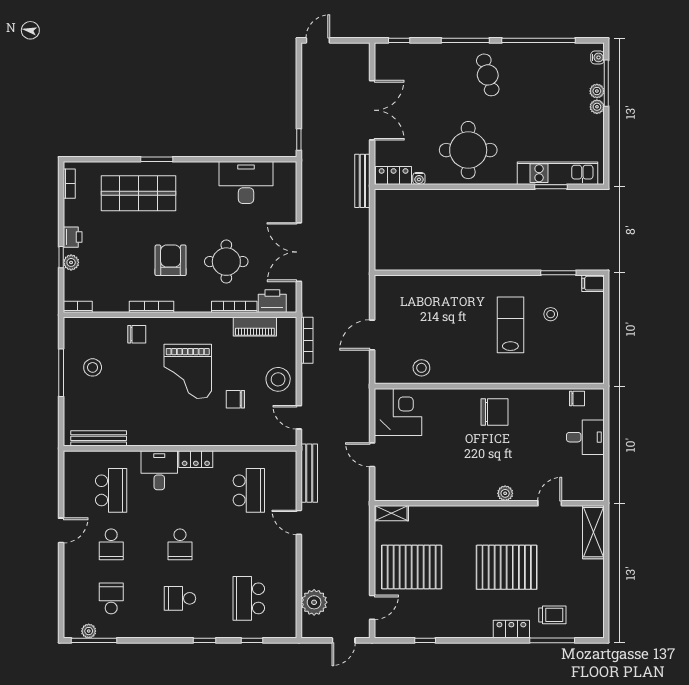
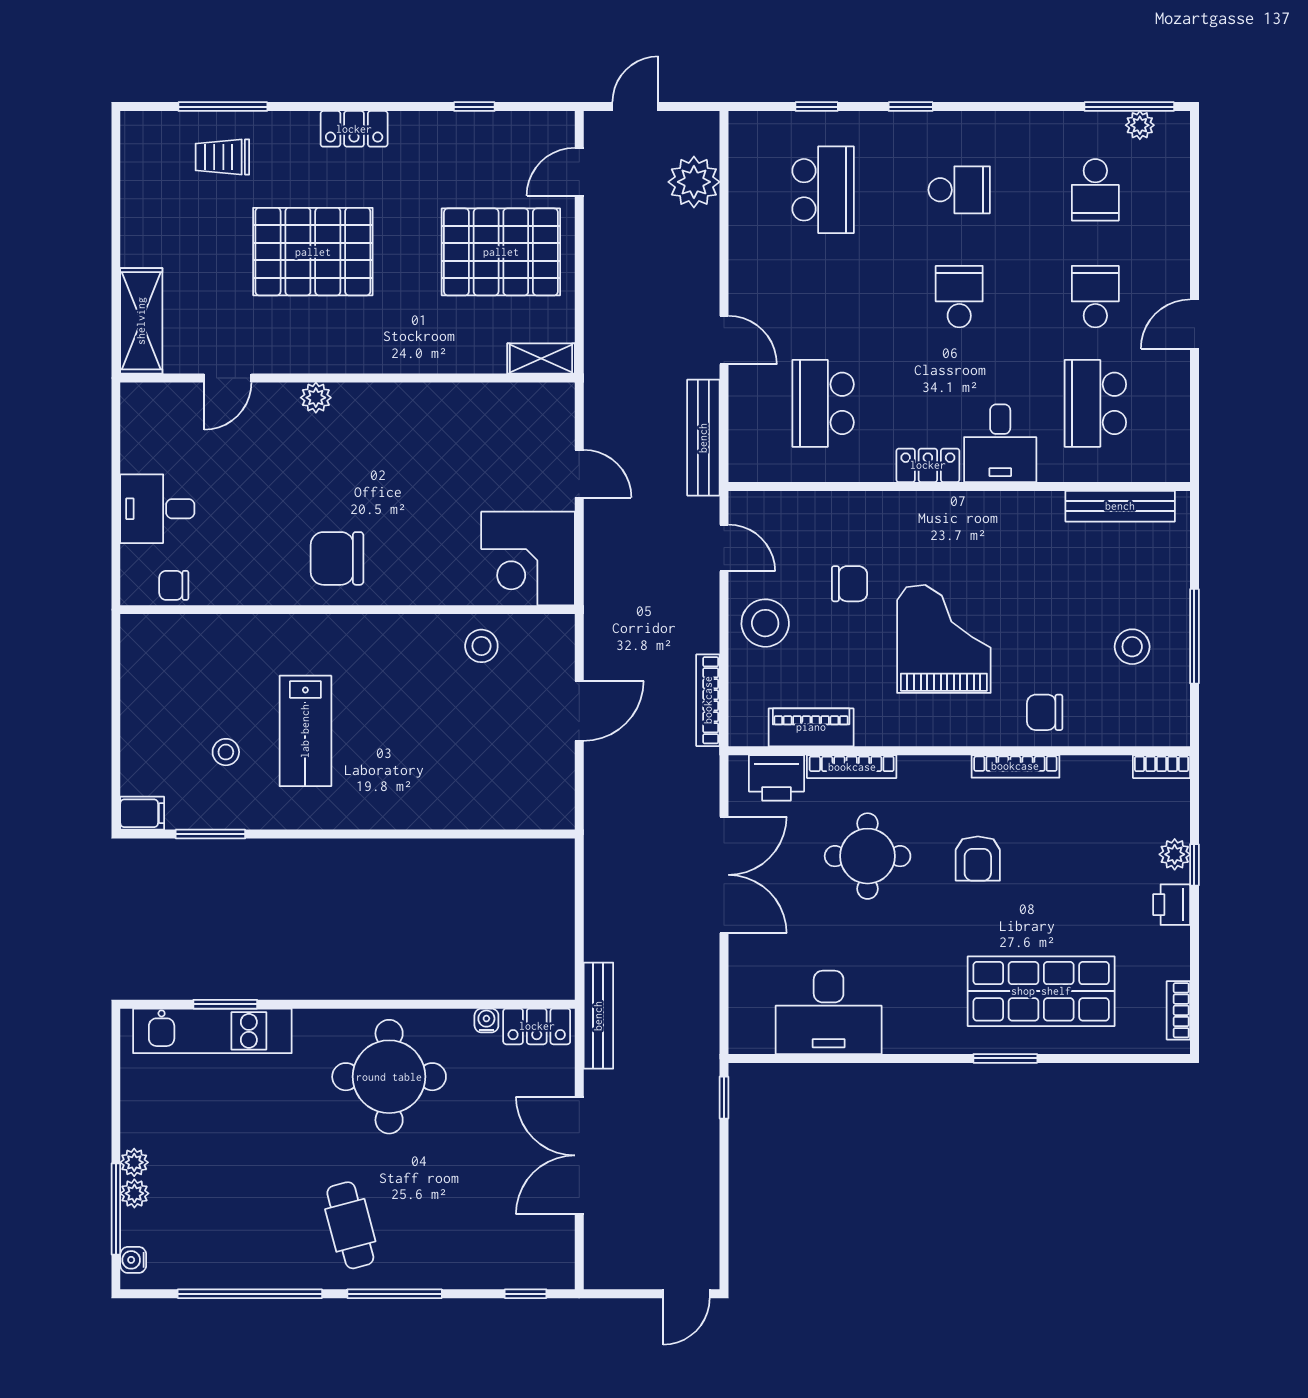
armchair: (171, 260) -> (978, 859), width x0.72, depth x0.72
locker: (511, 629) -> (354, 129), moved

